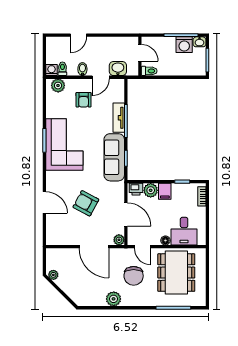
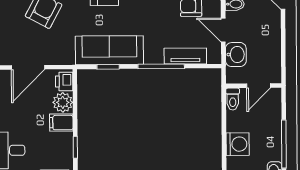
washing machine: (184, 45) -> (238, 144), moved, turned 180
tv unit: (119, 118) -> (185, 56), moved

